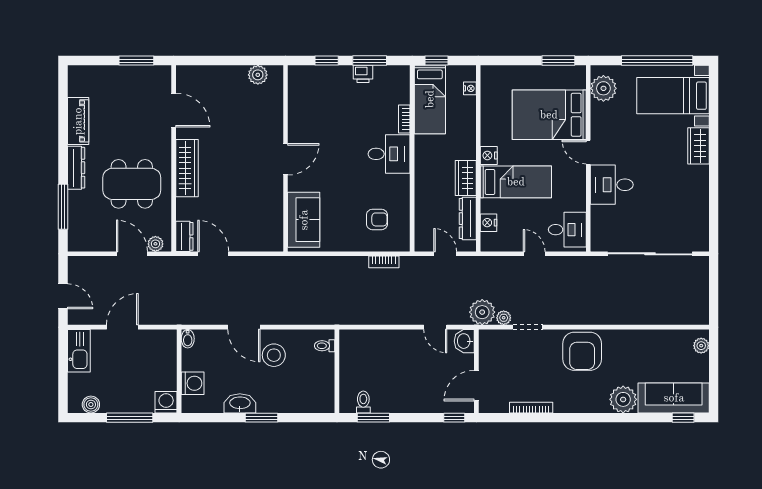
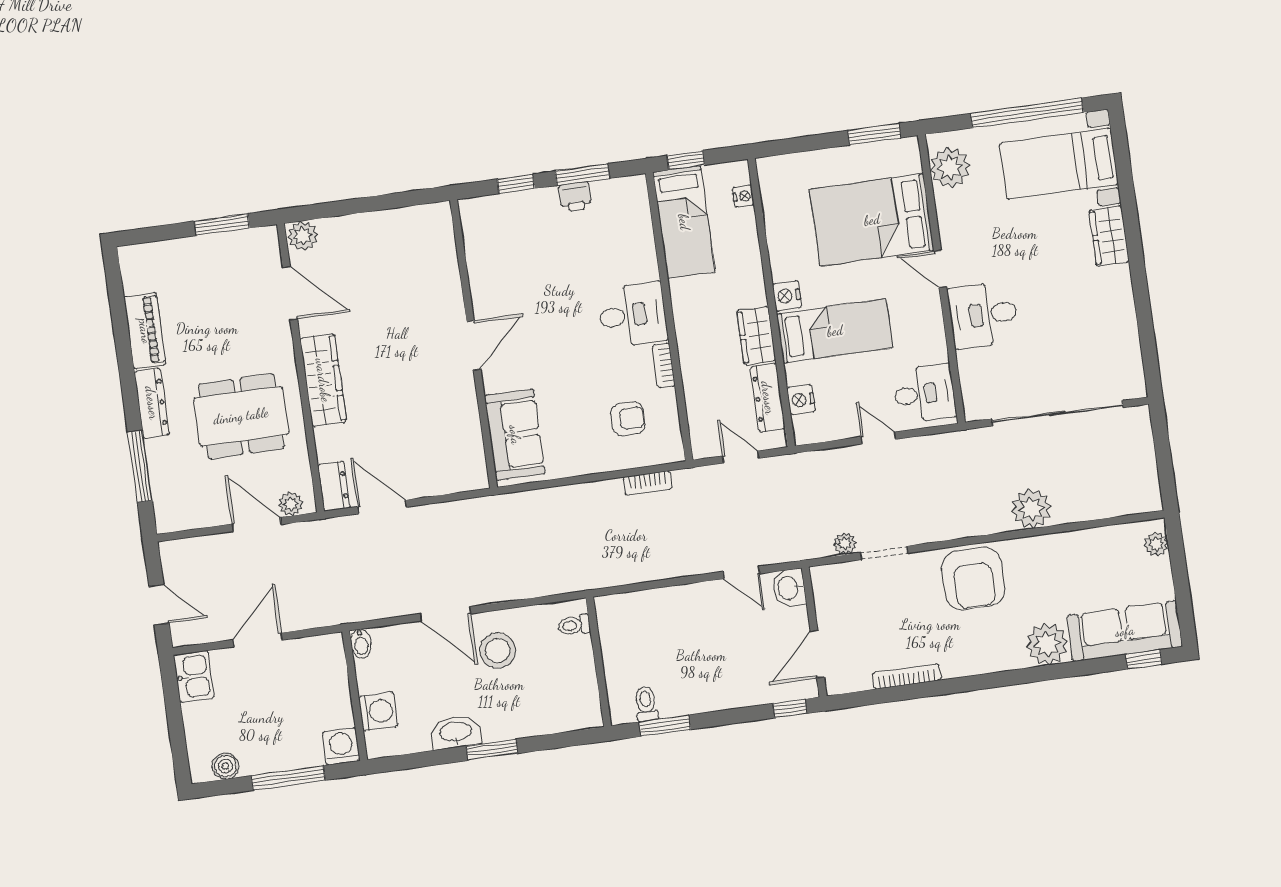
plant: (258, 75) -> (303, 236), moved
bookcase: (404, 119) -> (664, 365), moved
plant: (482, 312) -> (1031, 509), moved
kitchen sink: (79, 351) -> (194, 677), width x0.73

